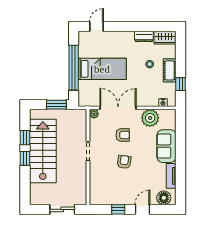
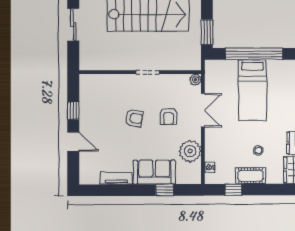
double door: (118, 108) -> (203, 110), width x0.73
window: (181, 138) -> (165, 190), added
floor lamp: (164, 198) -> (88, 169), removed
sliding door: (62, 209) -> (73, 25), moved

